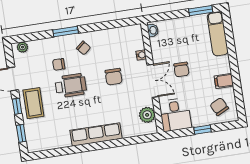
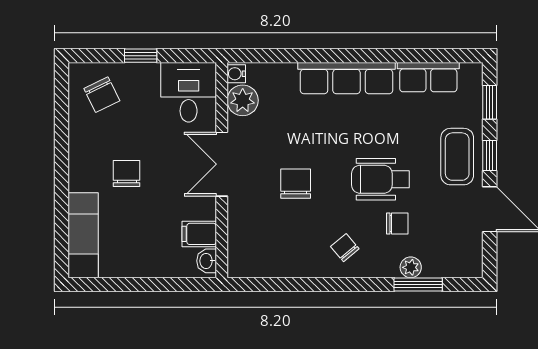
window: (201, 11) -> (109, 285), removed
window: (66, 32) -> (418, 285), moved
plant: (22, 47) -> (411, 267), moved
water cooler: (141, 55) -> (236, 74), moved
chair: (181, 69) -> (127, 174), moved
filing cabinet: (224, 81) -> (199, 234), moved, turned 180
row of seats: (54, 141) -> (428, 77), added

